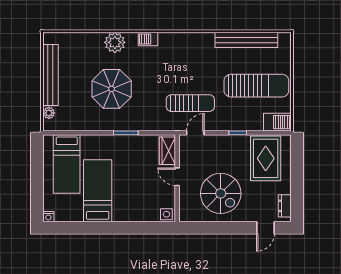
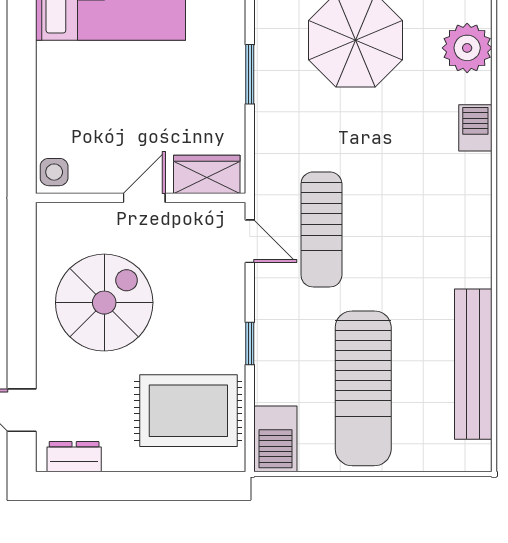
spiral stairs: (221, 193) -> (104, 303), turned 180

